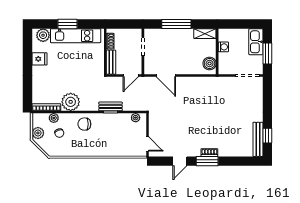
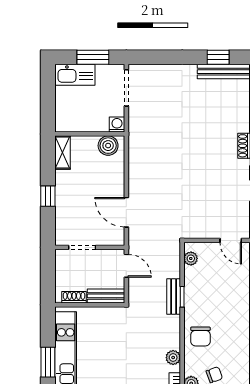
window: (176, 24) -> (48, 196), width x0.46
washing machine: (223, 47) -> (117, 125), moved
door: (166, 75) -> (126, 212), swing flipped
plant: (71, 102) -> (173, 358), width x0.53, depth x0.53
door: (147, 144) -> (231, 240), swing flipped

